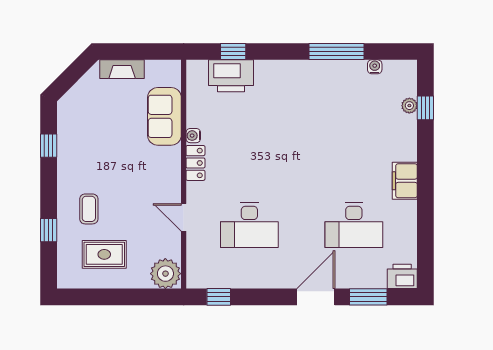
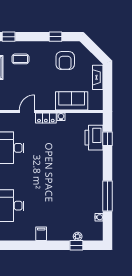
armchair: (92, 128) -> (65, 61), added
filing cabinet: (405, 181) -> (41, 234), width x0.50
door: (184, 217) -> (27, 111), moved

